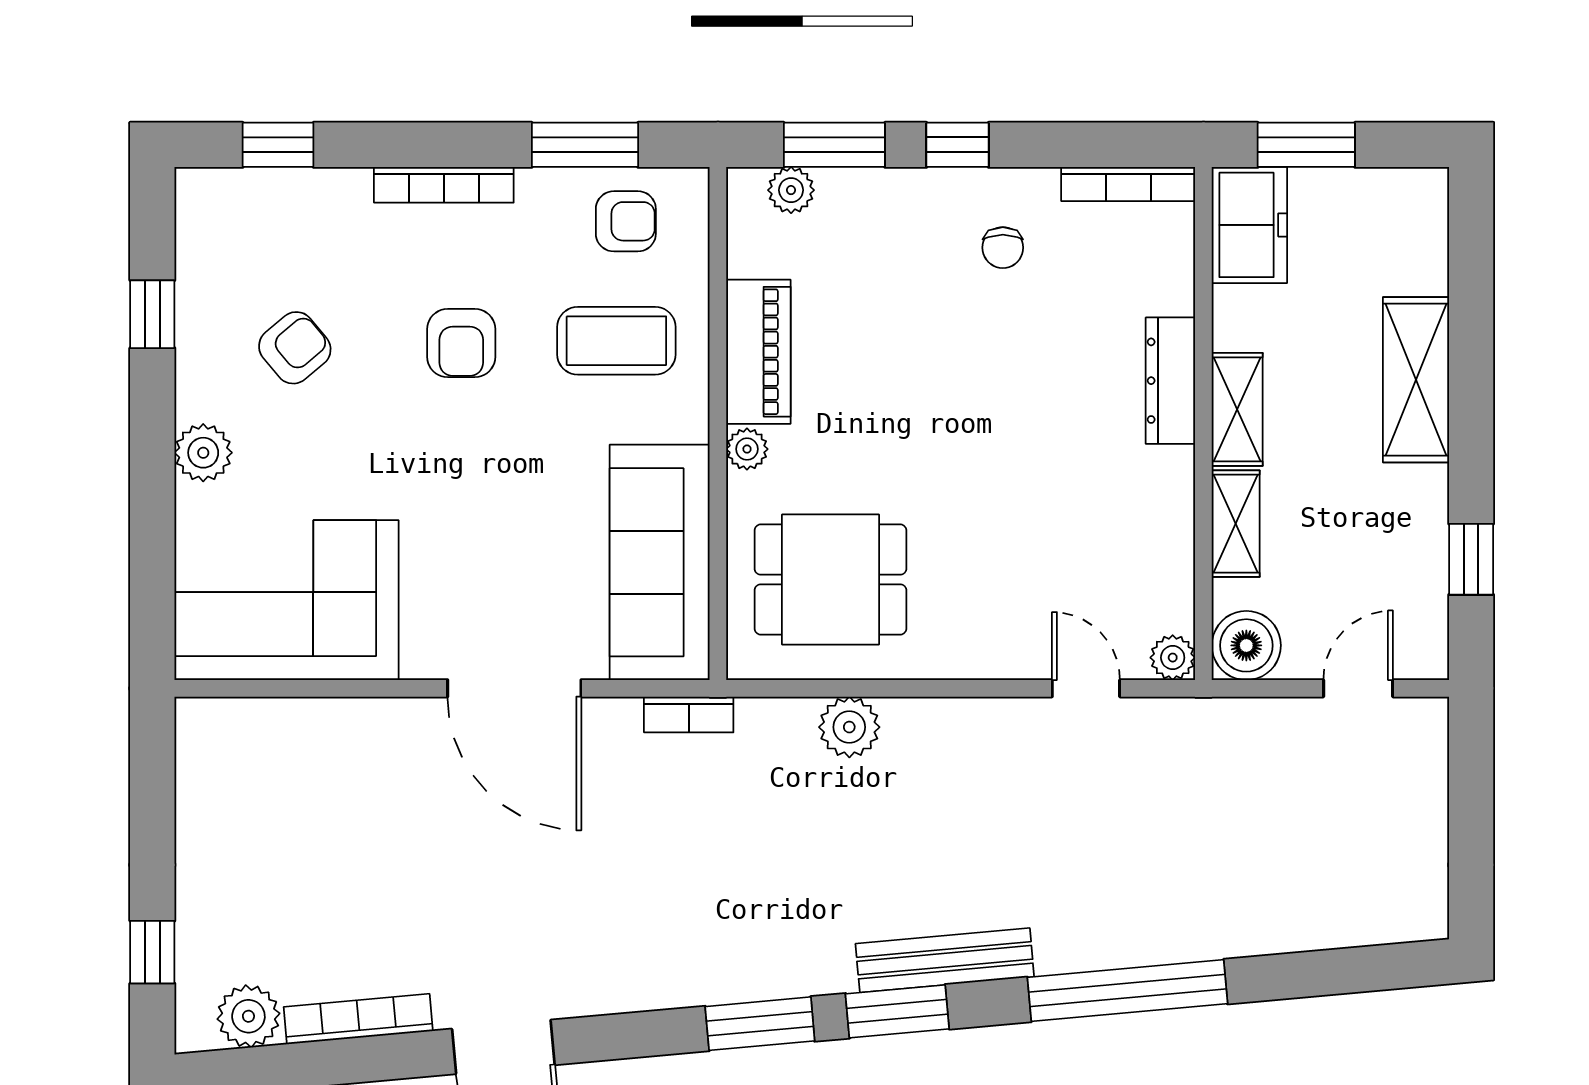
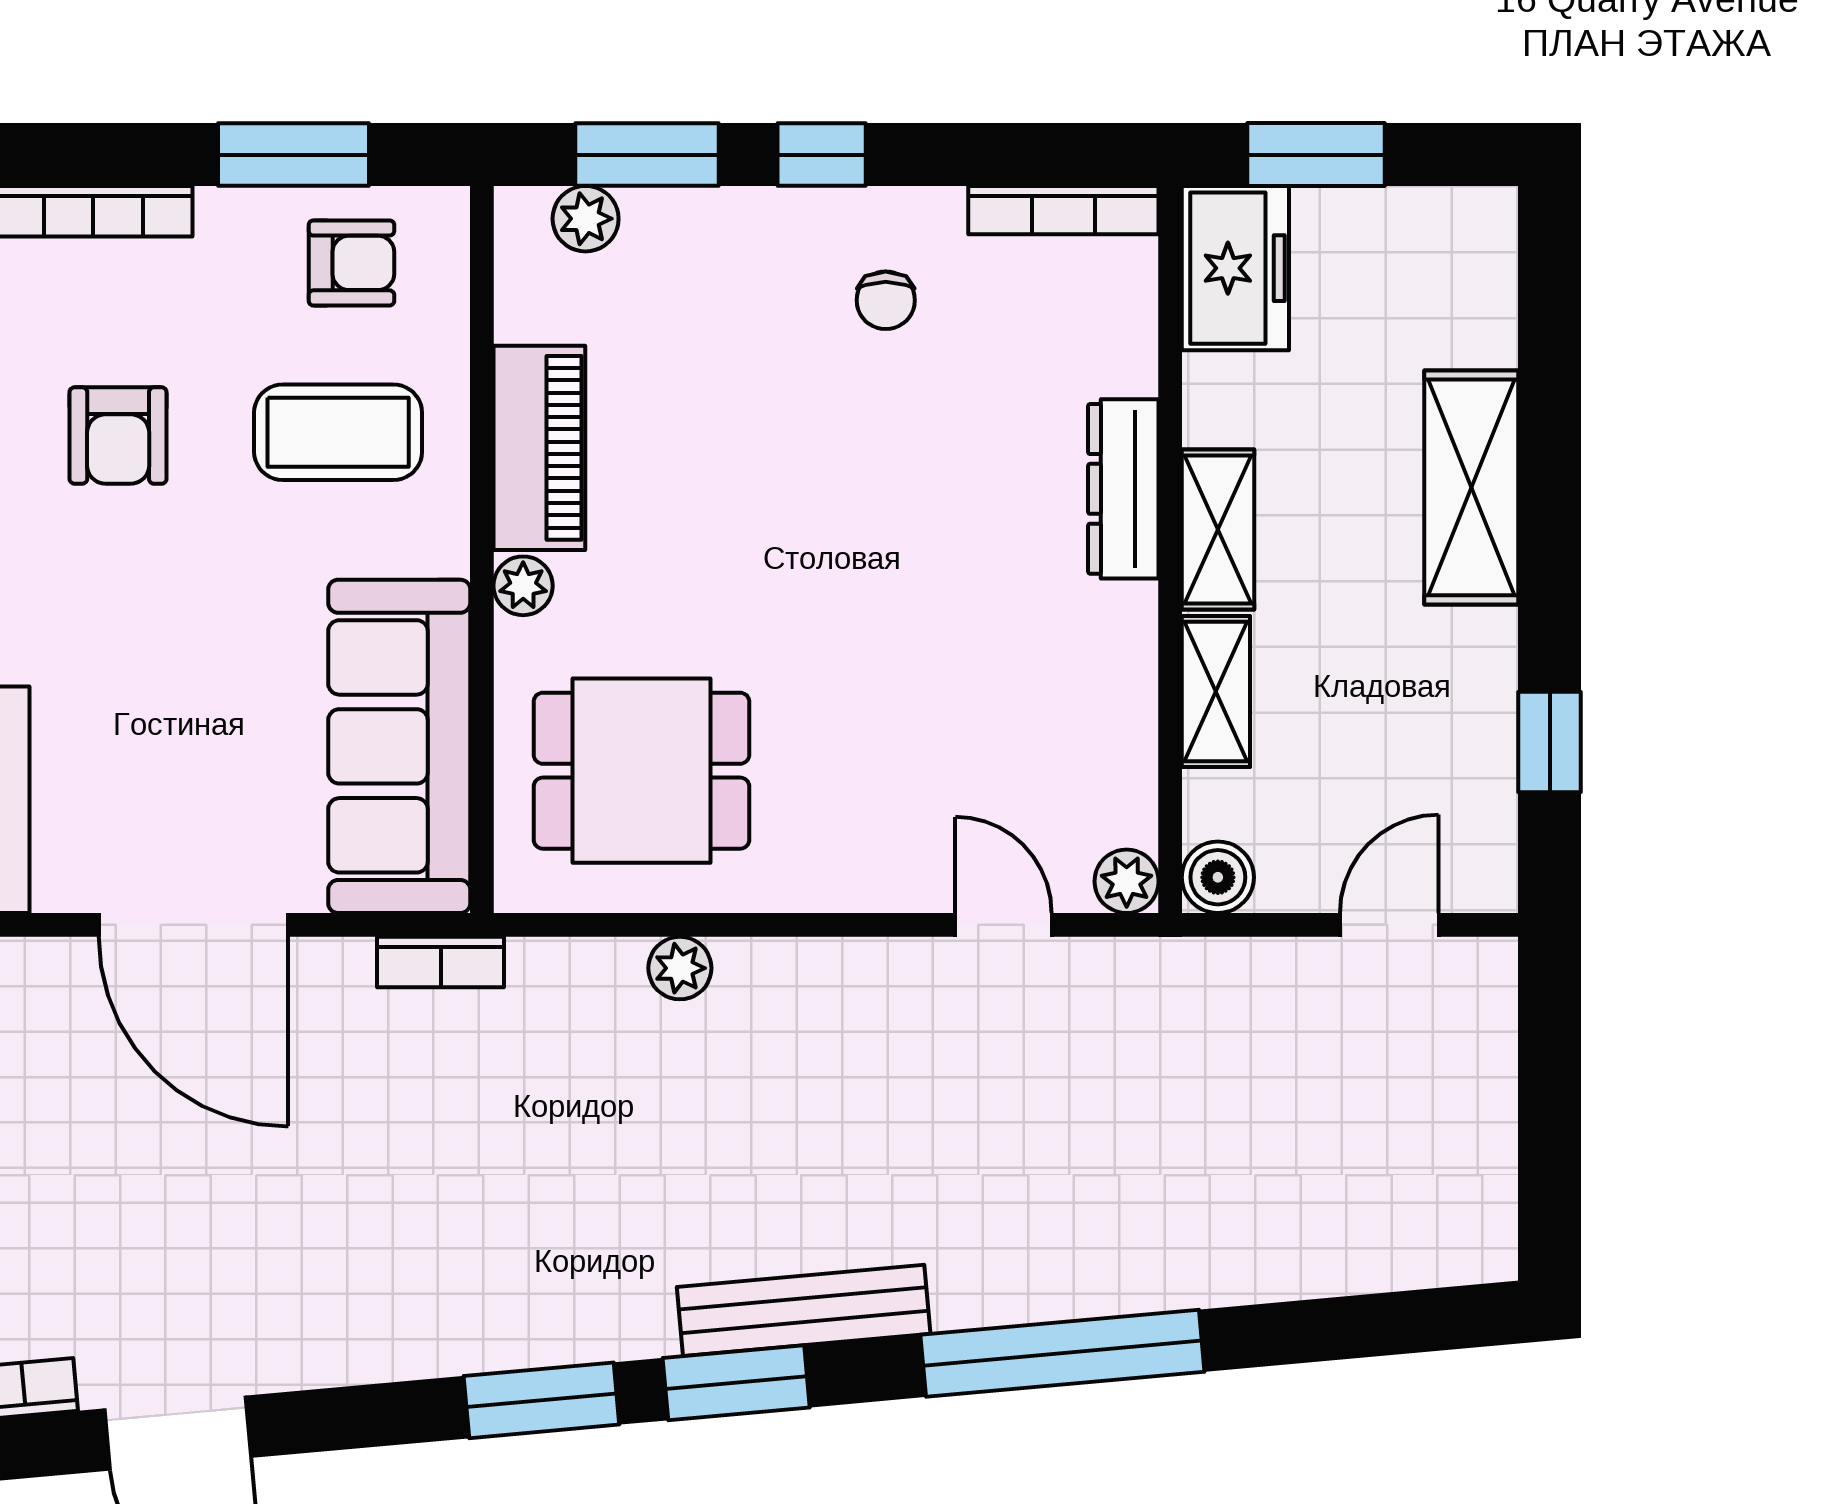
boiler: (1246, 645) -> (1218, 877), width x0.73, depth x0.73
plant: (849, 727) -> (680, 968), width x0.73, depth x0.73

